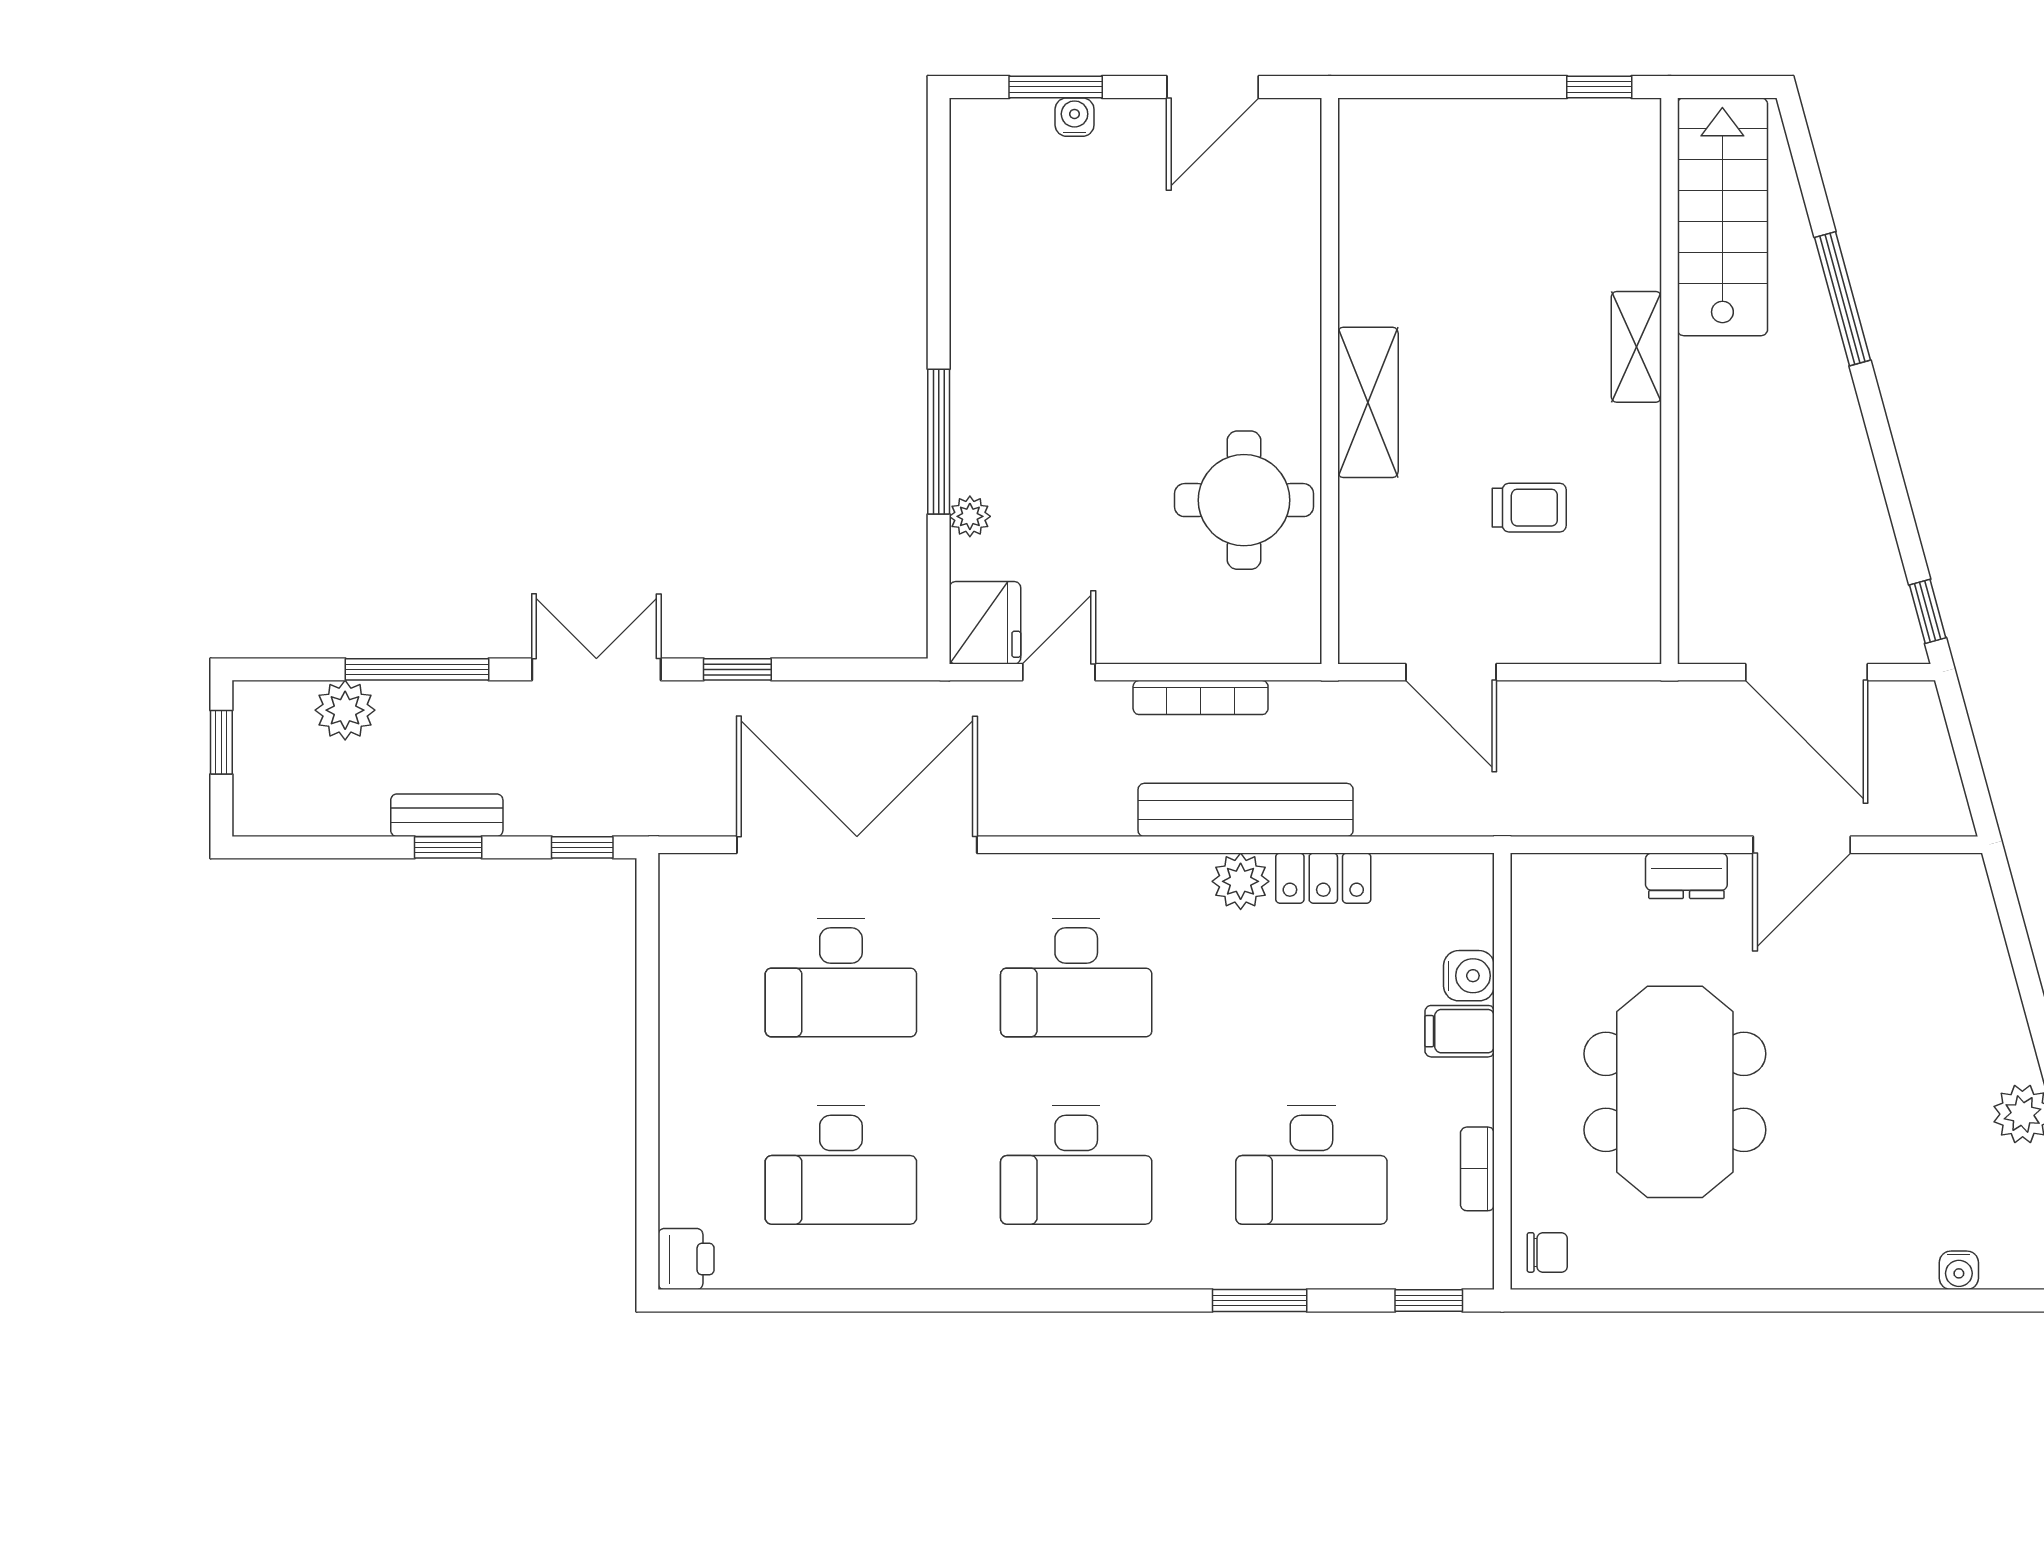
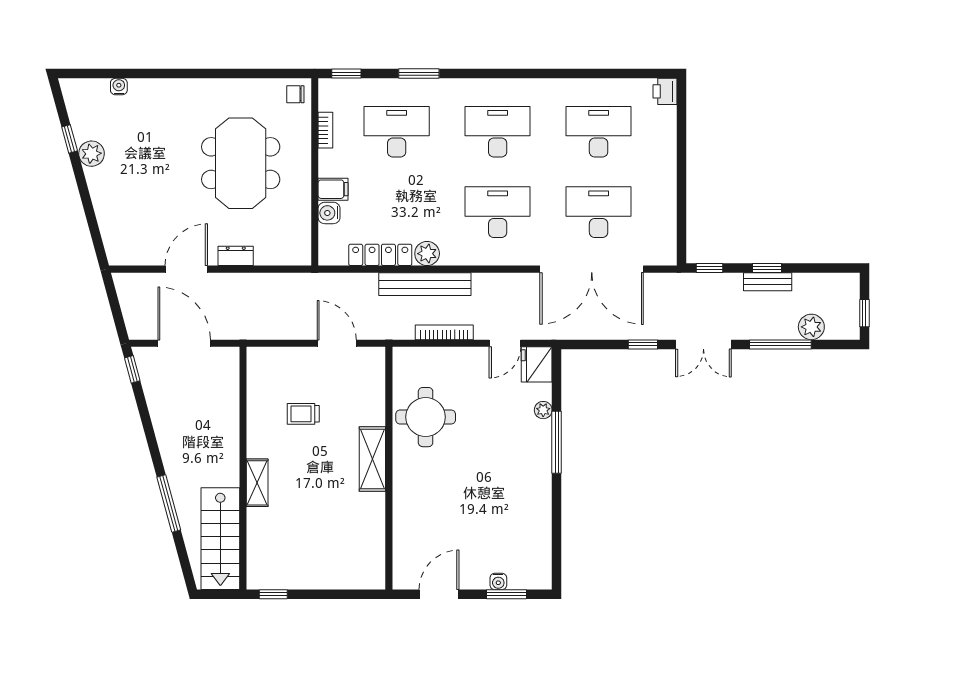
locker: (1323, 878) -> (380, 255), width x1.53

